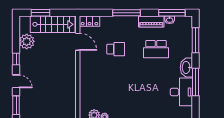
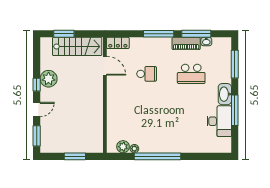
window: (172, 13) -> (196, 34), moved
plant: (27, 41) -> (49, 79), moved
door: (16, 81) -> (37, 110), hinge flipped

